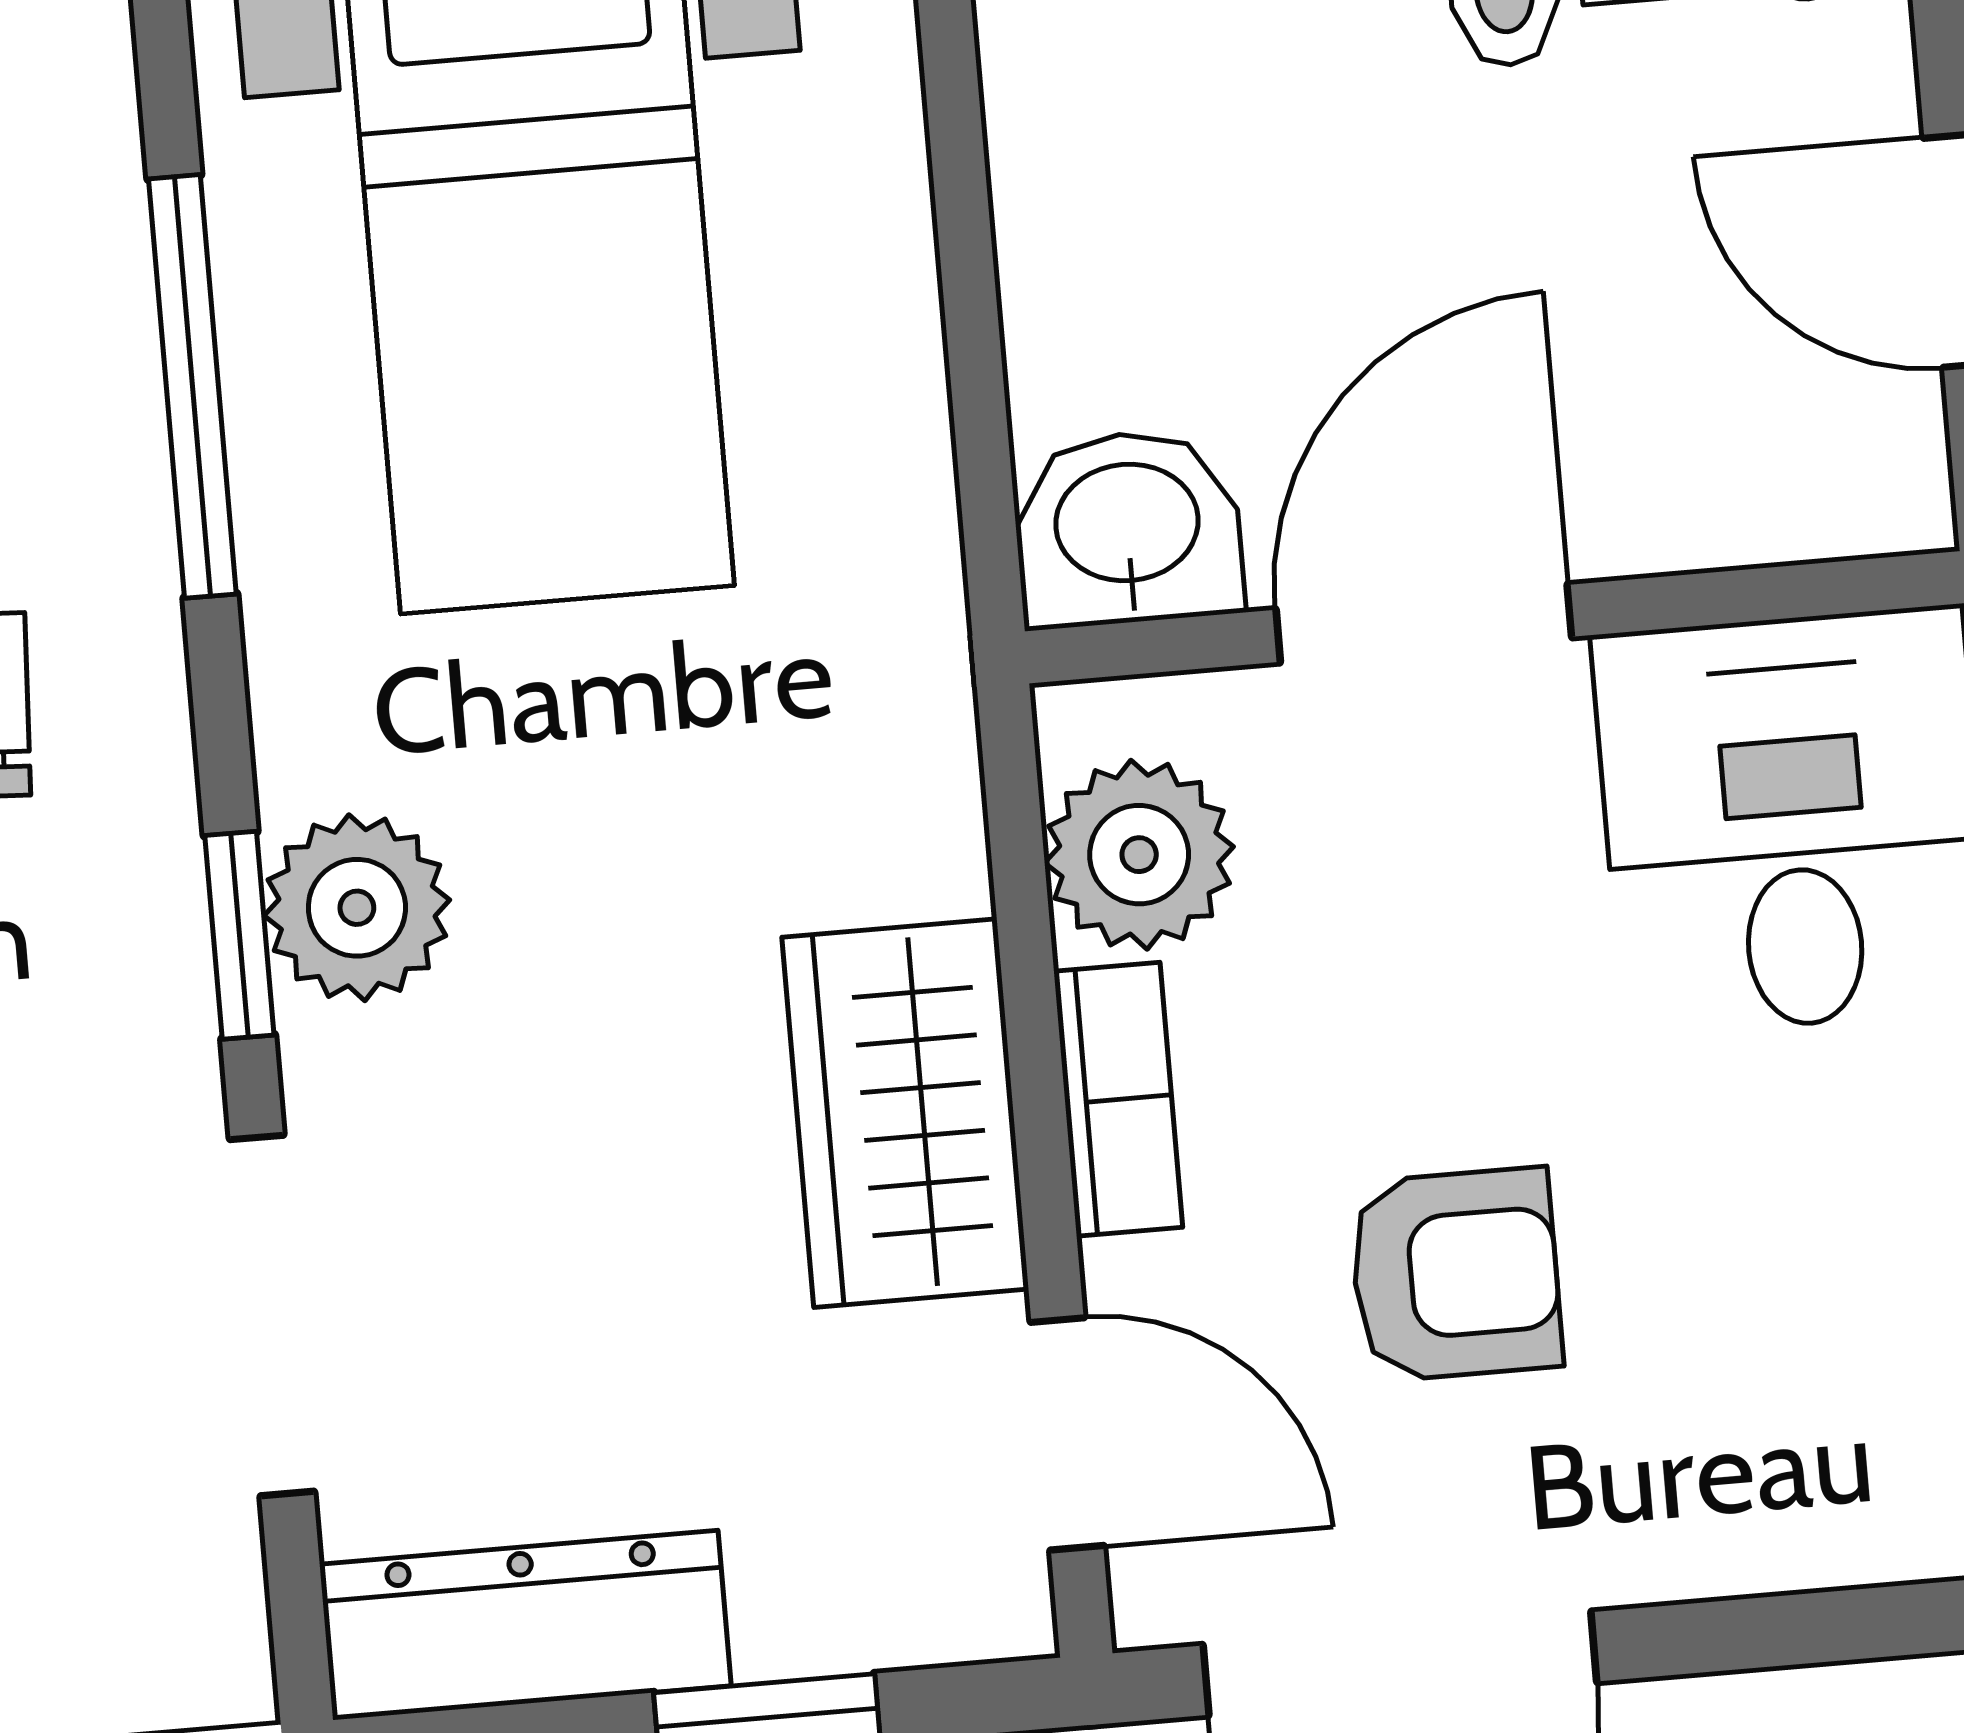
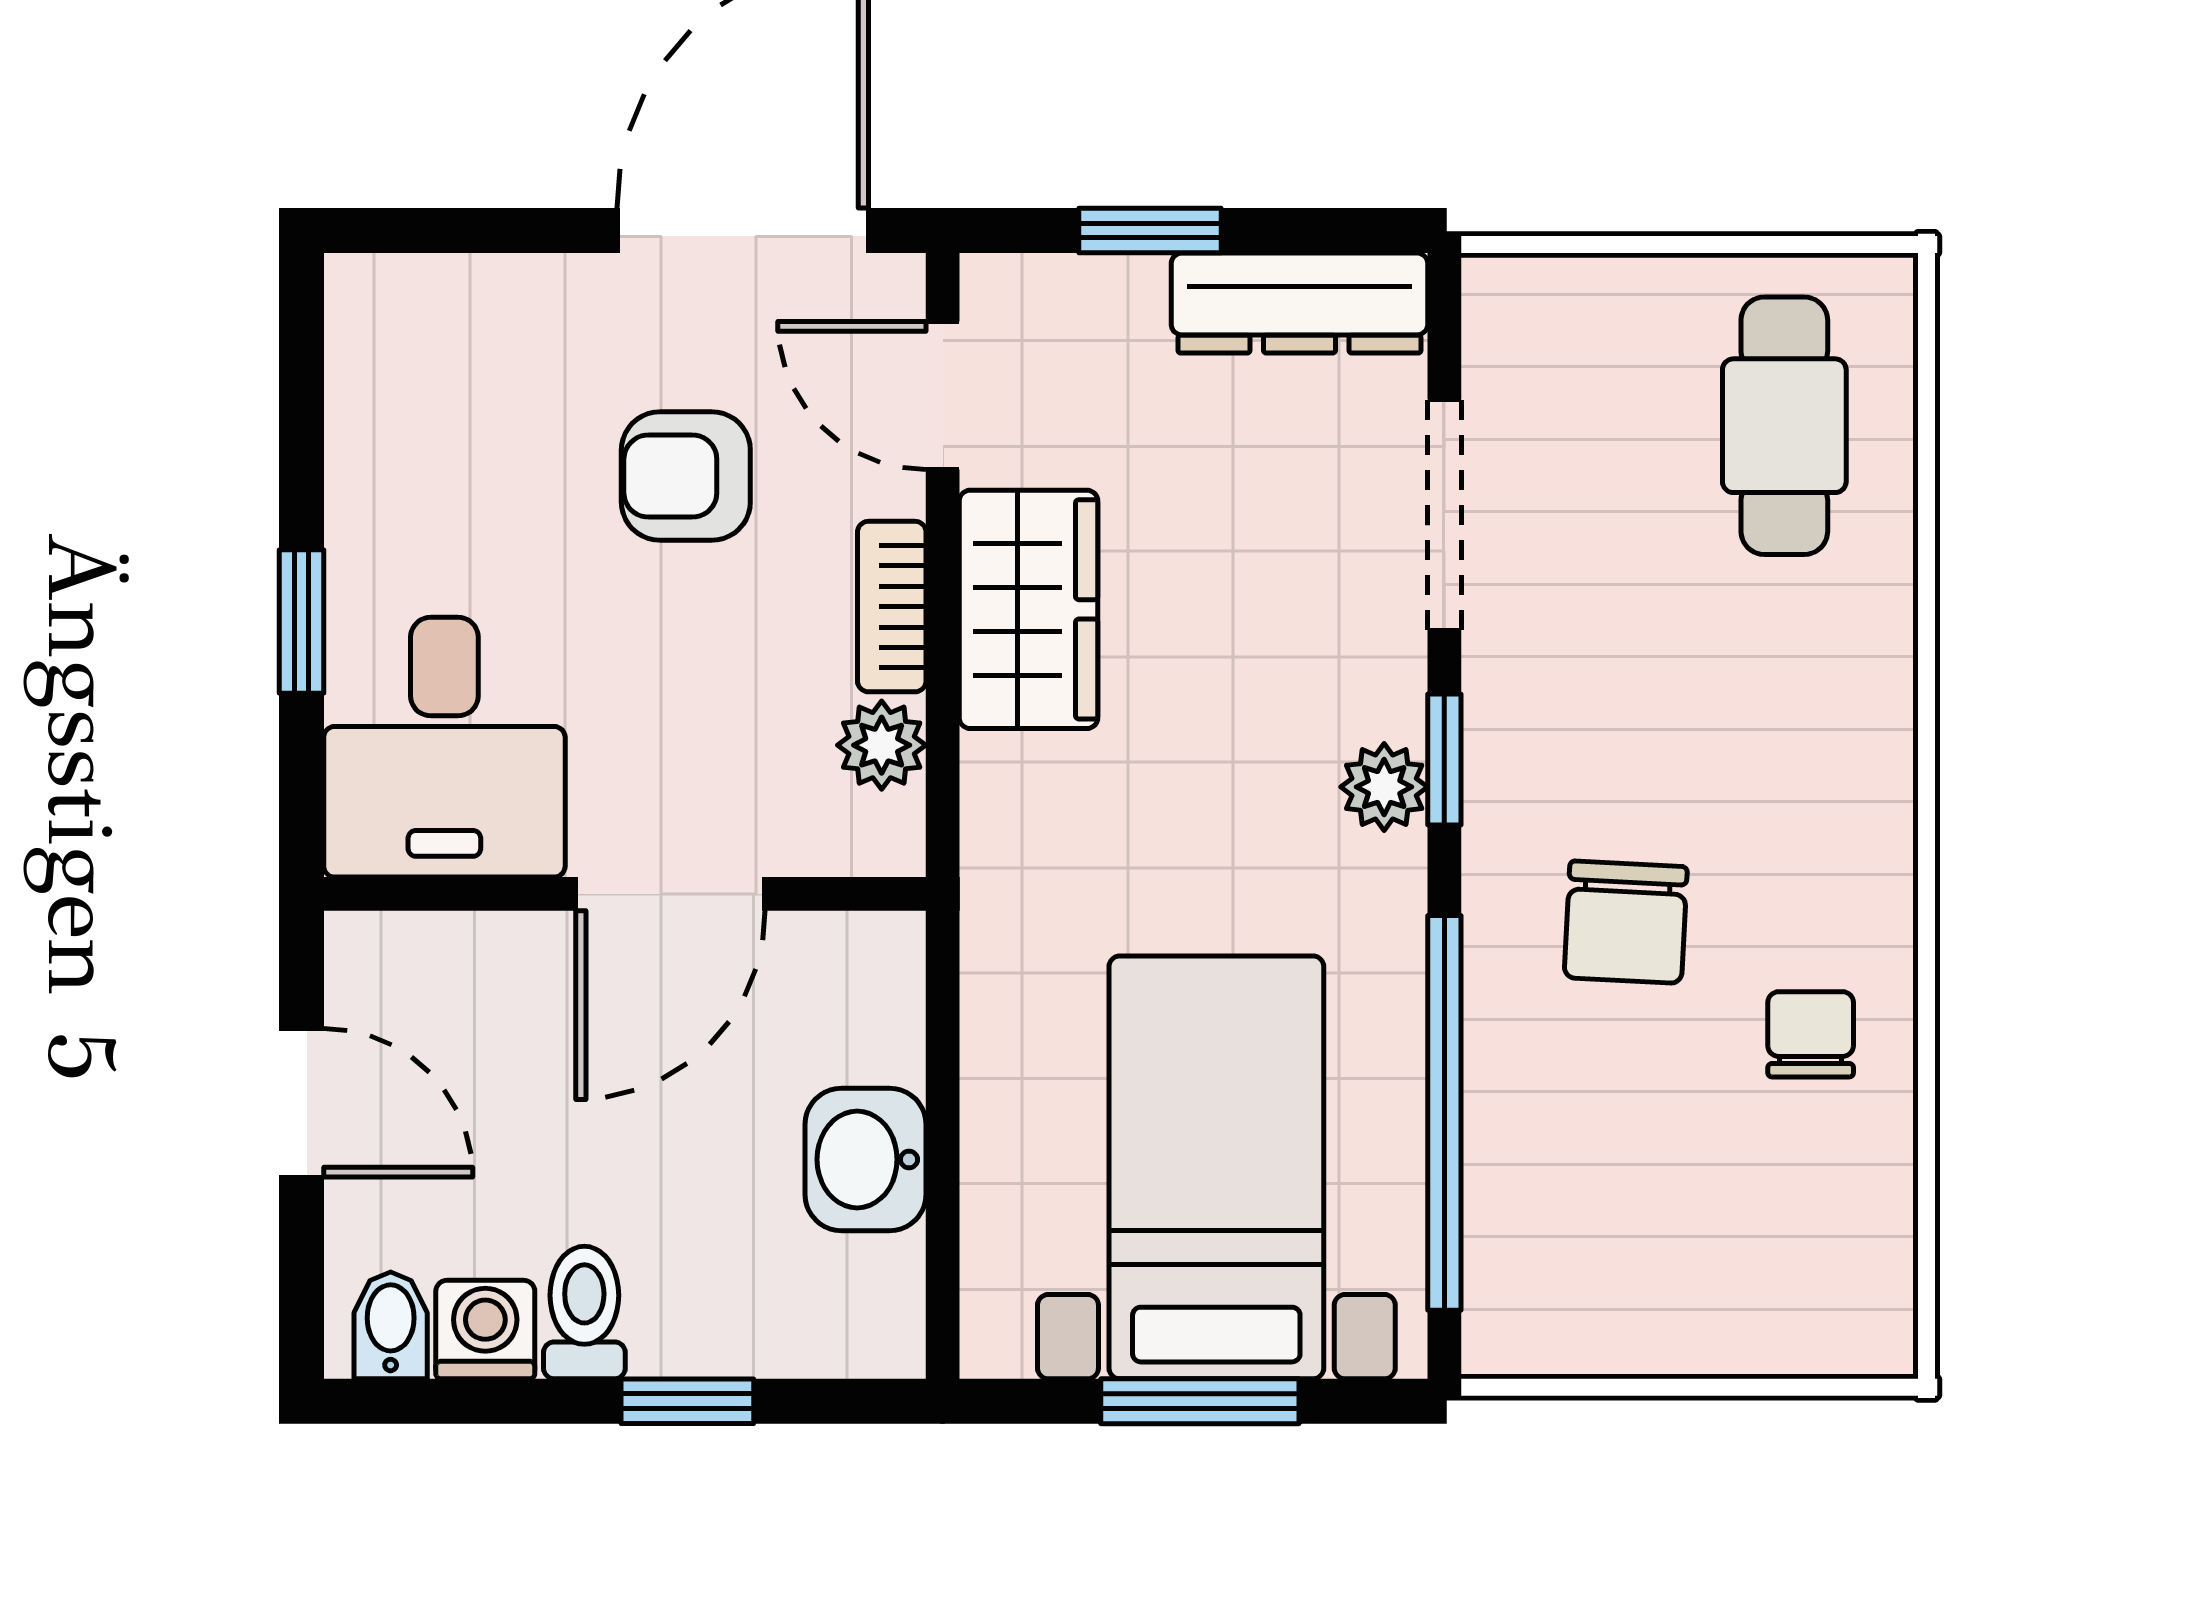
window: (192, 386) -> (1444, 1113), width x1.46
washbasin: (1127, 528) -> (866, 1159), moved, turned 90
plant: (1139, 855) -> (882, 745), width x0.73, depth x0.73
plant: (357, 908) -> (1384, 787), width x0.73, depth x0.73

